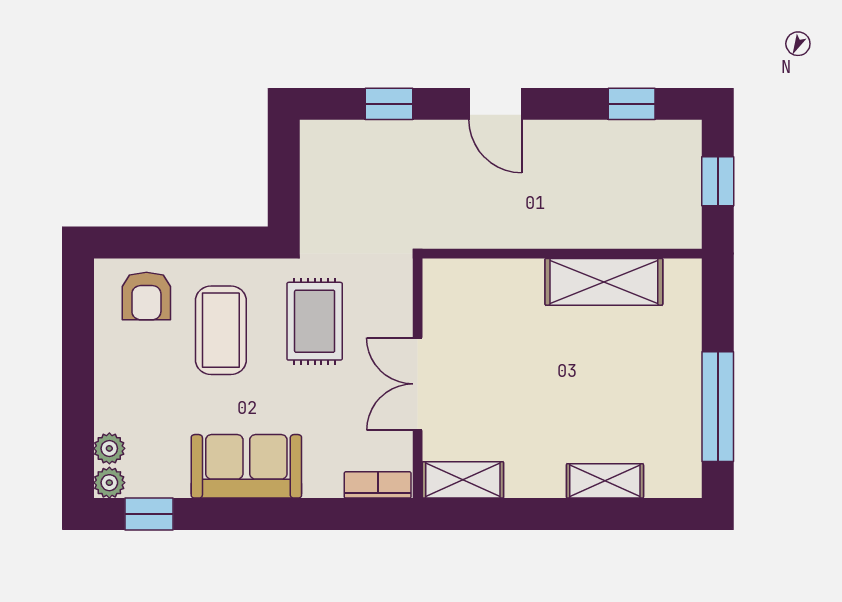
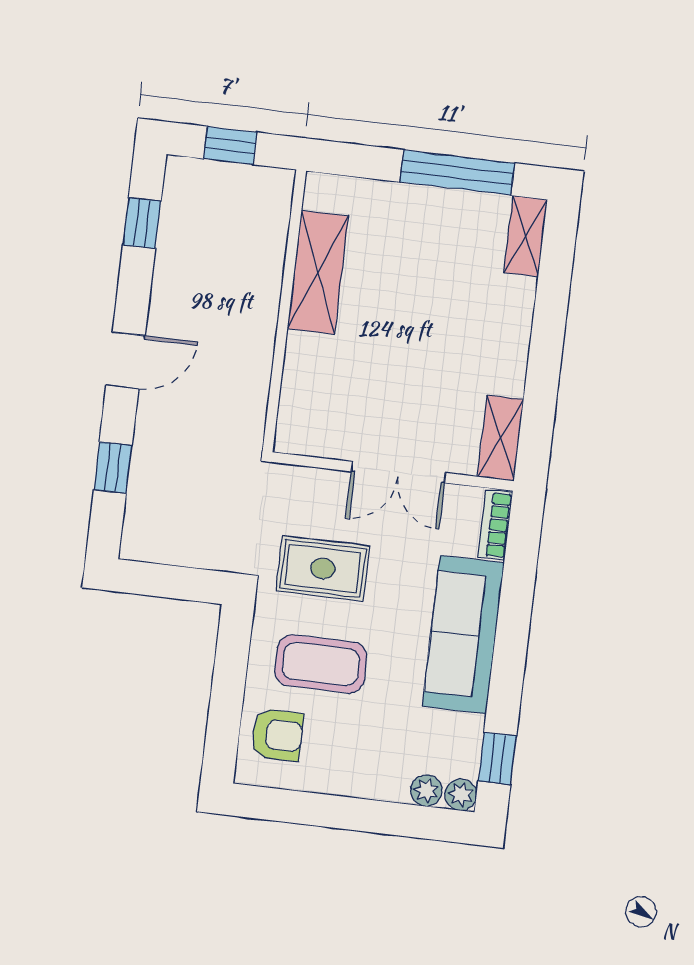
sofa: (246, 466) -> (463, 635), width x1.36
shelving: (605, 481) -> (526, 236), moved

